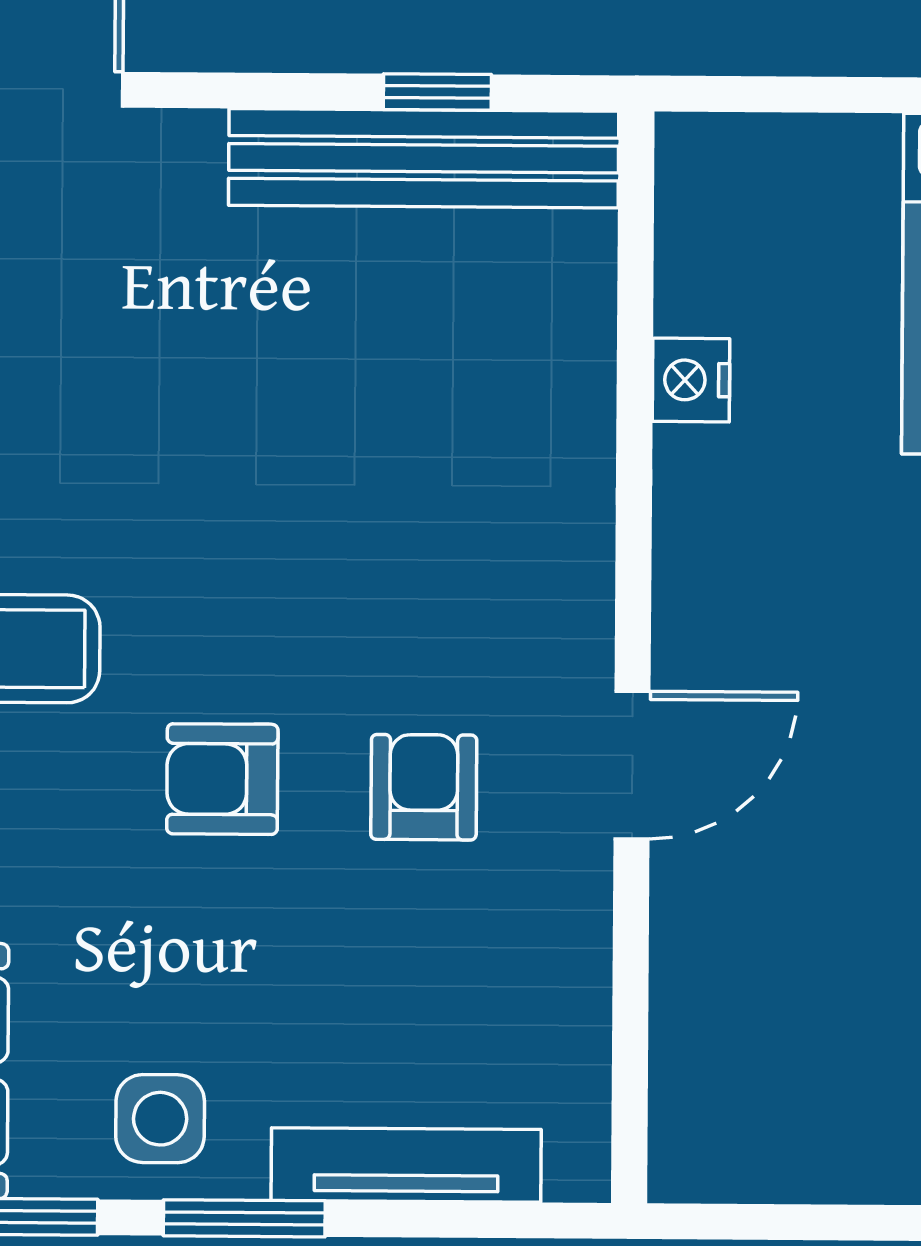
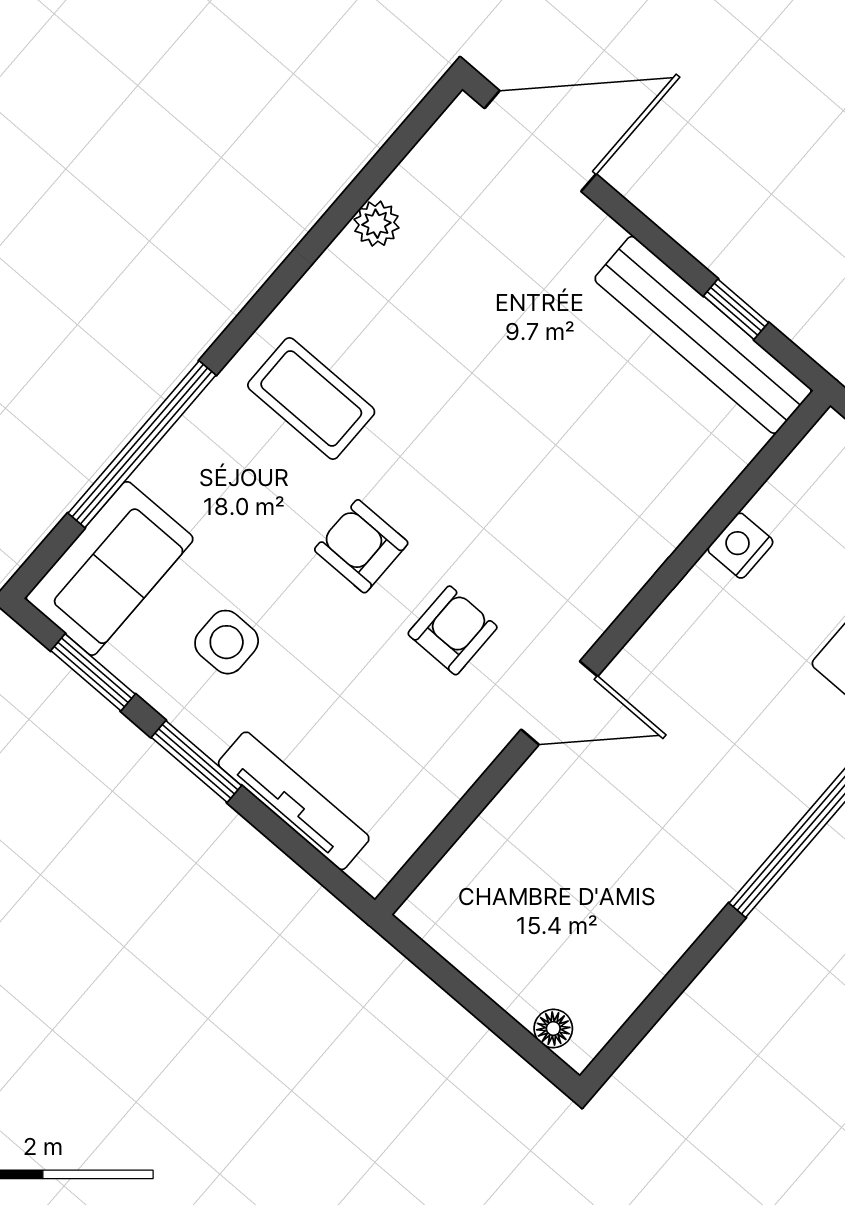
side table: (160, 1119) -> (227, 642), moved

